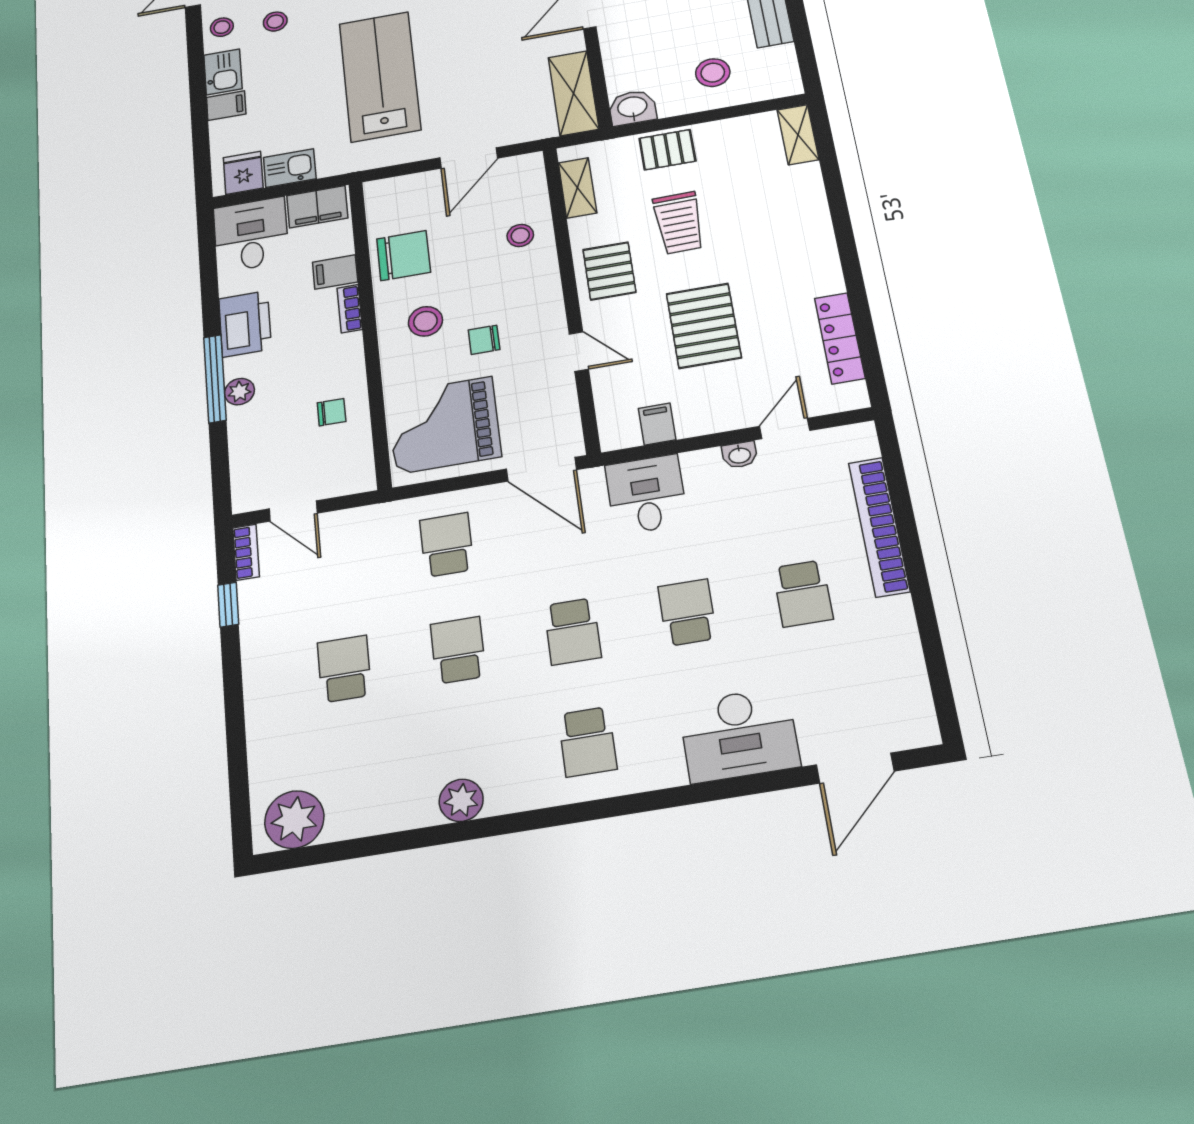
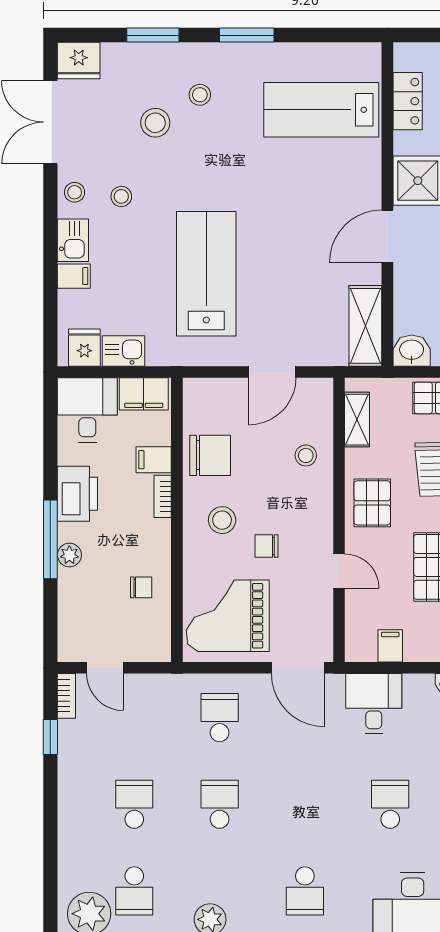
school desk: (572, 631) -> (134, 891), moved

